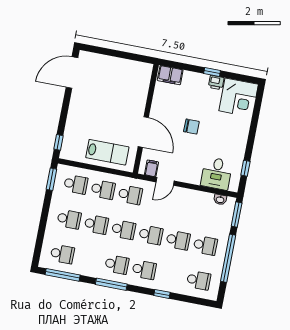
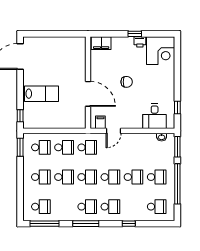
lab bench: (107, 152) -> (42, 94), moved

